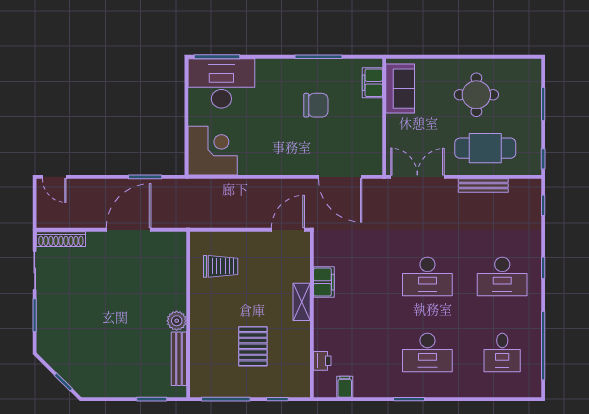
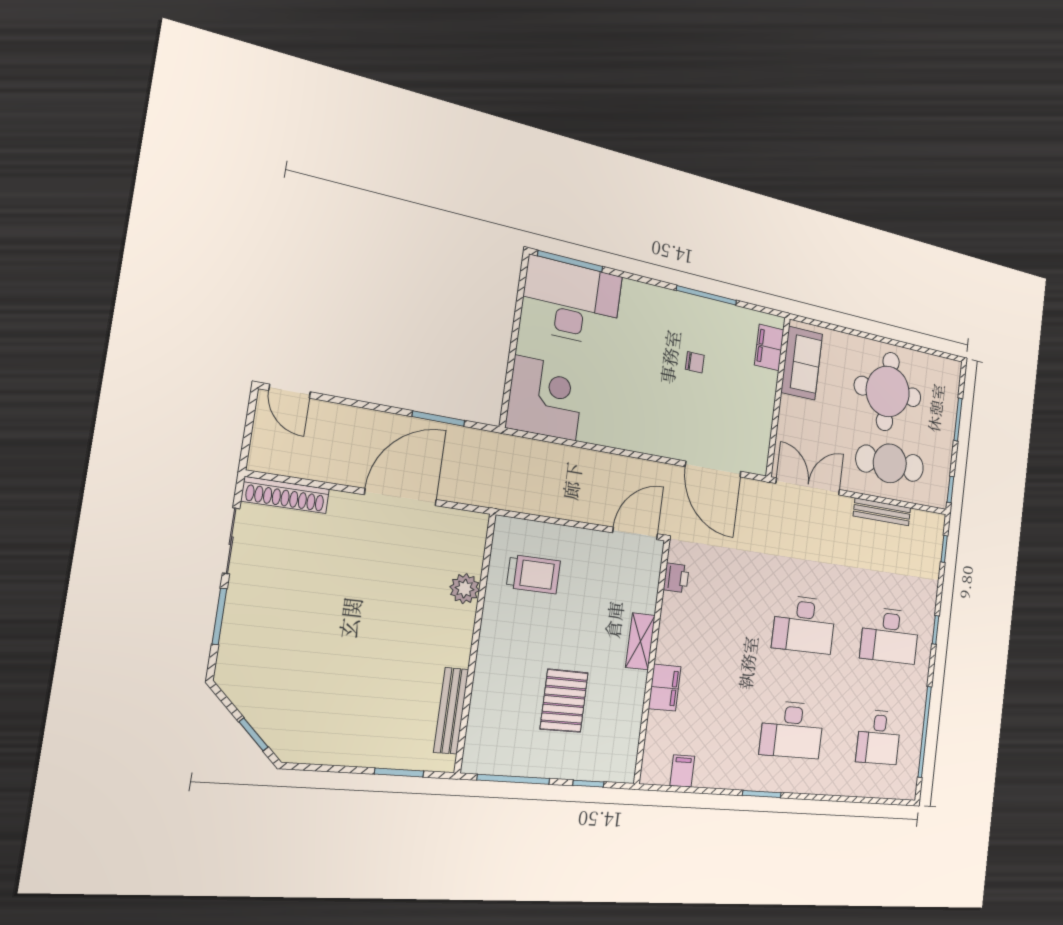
round table: (476, 95) -> (888, 391), width x1.36, depth x1.36
chair: (316, 105) -> (695, 362), width x0.54, depth x0.54
filing cabinet: (324, 282) -> (665, 688), moved
plant: (177, 321) -> (465, 589), moved
printer: (322, 361) -> (676, 578), moved

